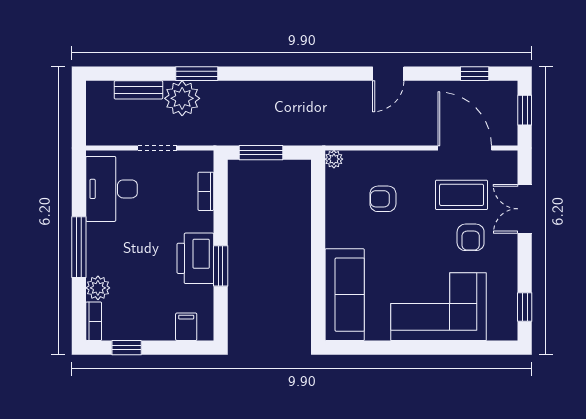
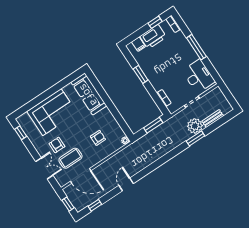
printer: (195, 258) -> (153, 37), moved, turned 90
plant: (98, 288) -> (180, 37), removed

